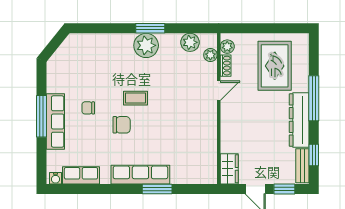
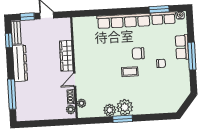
plant: (190, 42) -> (110, 110), moved
rug: (275, 66) -> (38, 98), removed
window: (314, 98) -> (12, 94), moved
row of seats: (55, 121) -> (182, 47), width x0.68
wardrobe: (229, 169) -> (66, 56), moved, width x1.50
row of seats: (140, 175) -> (124, 21), width x1.36
window: (157, 189) -> (159, 9), moved

